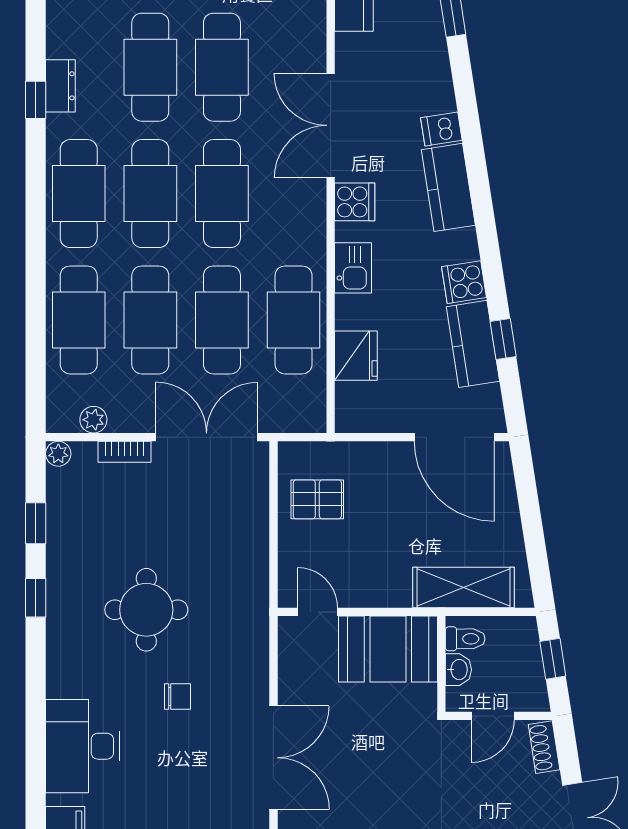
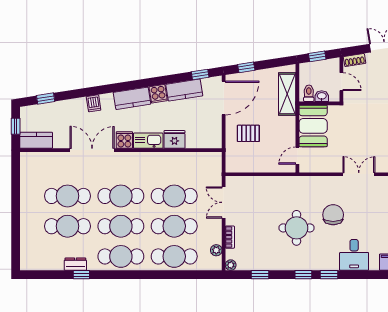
double door: (331, 125) -> (92, 150), swing flipped
kitchen counter: (448, 187) -> (132, 98), moved
kitchen sink: (353, 268) -> (148, 141), width x1.38
cafe table: (294, 320) -> (174, 166), removed
window: (503, 339) -> (200, 75), moved
fridge: (356, 356) -> (174, 139), moved
double door: (207, 437) -> (224, 202), width x0.73
window: (527, 491) -> (246, 67), added
pallet: (317, 499) -> (248, 133), moved, turned 90
window: (36, 598) -> (303, 275), moved
window: (36, 687) -> (329, 275), added
chair: (177, 696) -> (333, 215), width x1.87, depth x1.87
desk: (82, 746) -> (354, 255), width x0.73
double door: (273, 758) -> (359, 174), width x0.73

